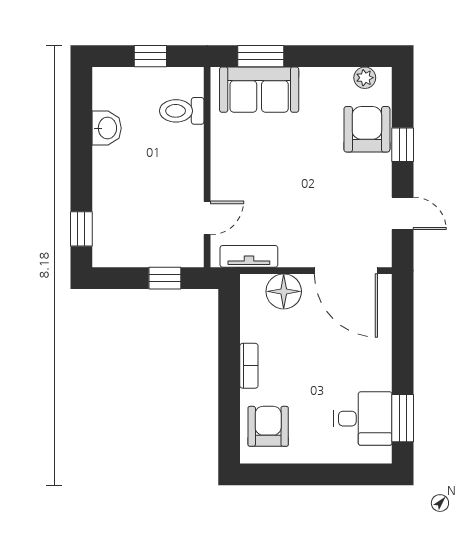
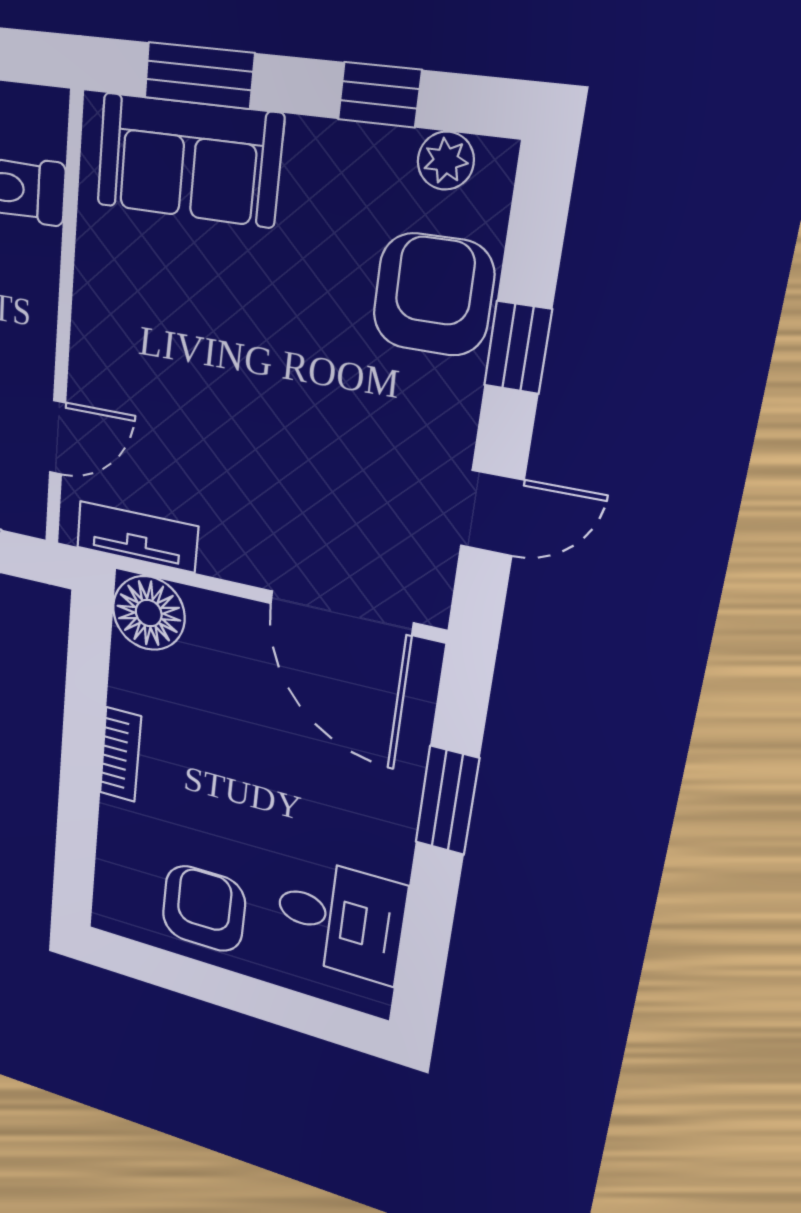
window: (336, 56) -> (380, 95), added
door: (403, 213) -> (492, 513), hinge flipped
floor lamp: (284, 291) -> (149, 613), moved
window: (403, 418) -> (447, 800), moved
armchair: (268, 426) -> (204, 909), moved

